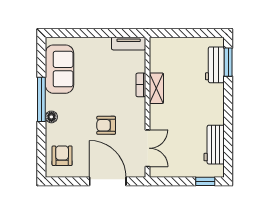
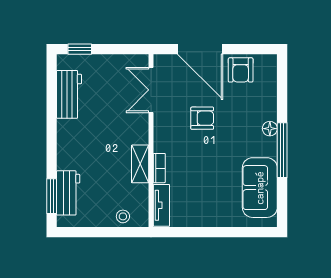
tv unit: (129, 44) -> (161, 205), moved, turned 90
stool: (170, 46) -> (123, 216), added
armchair: (62, 156) -> (241, 70), moved

